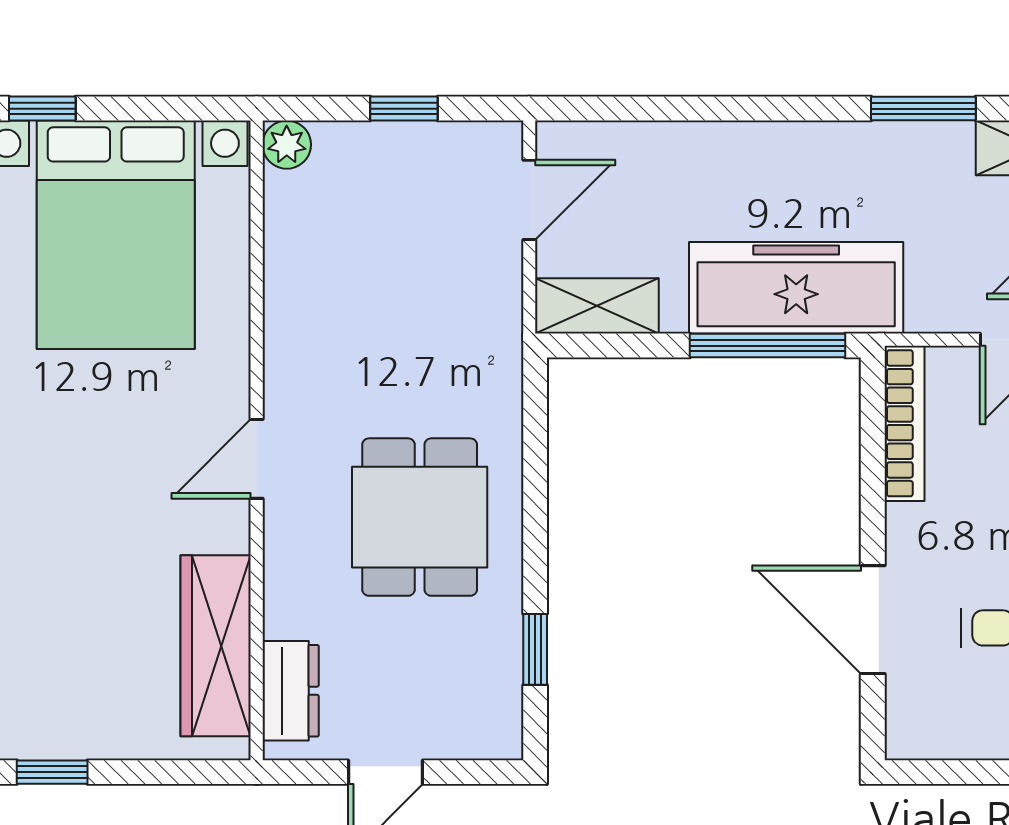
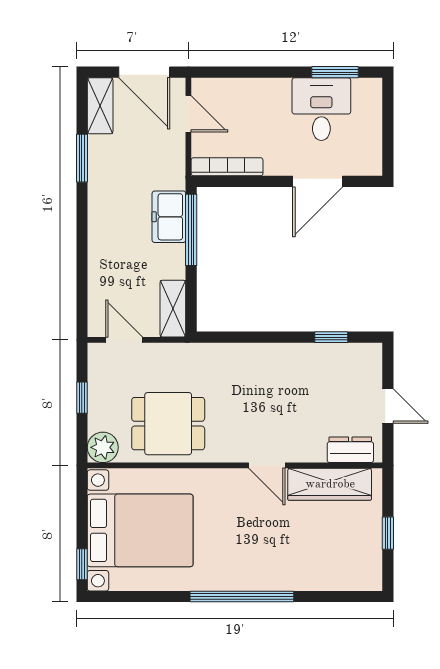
plant: (287, 145) -> (103, 447), width x1.38, depth x1.38
freezer: (796, 288) -> (169, 217), width x0.52, depth x0.79
door: (257, 459) -> (267, 465), moved
dining table: (420, 517) -> (168, 424), moved
window: (52, 772) -> (388, 533), moved

